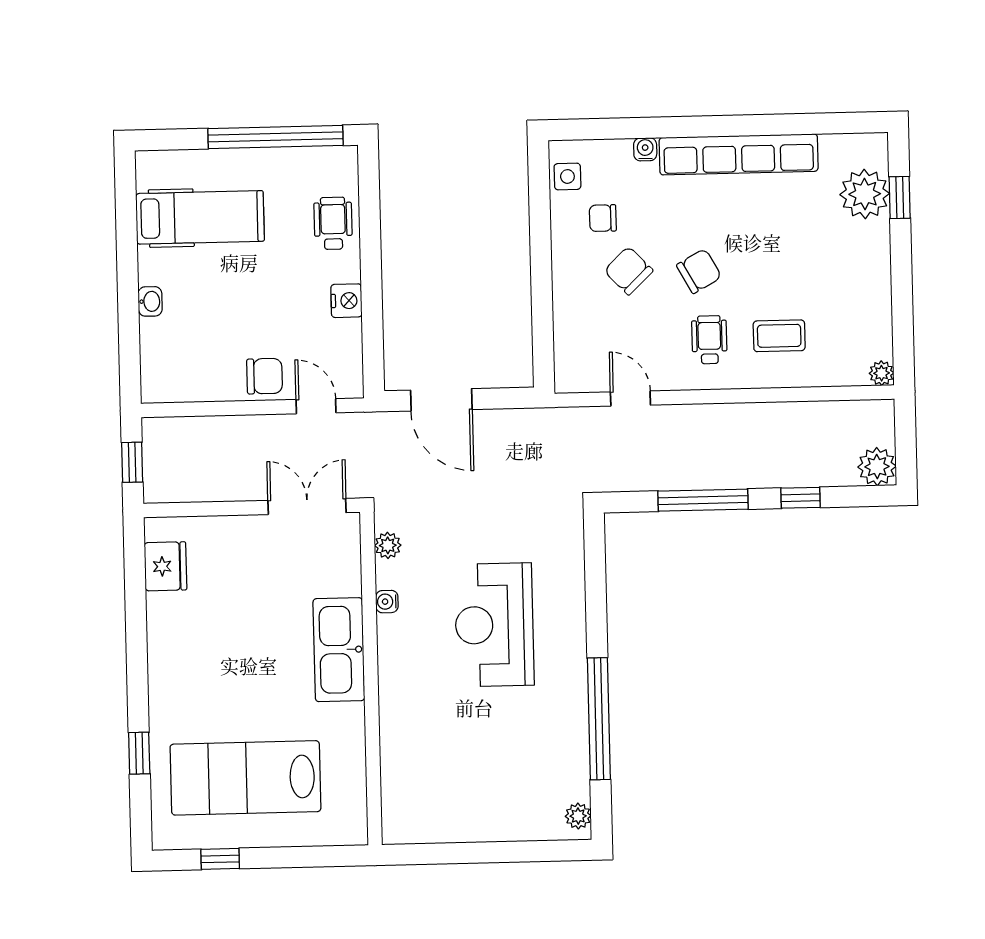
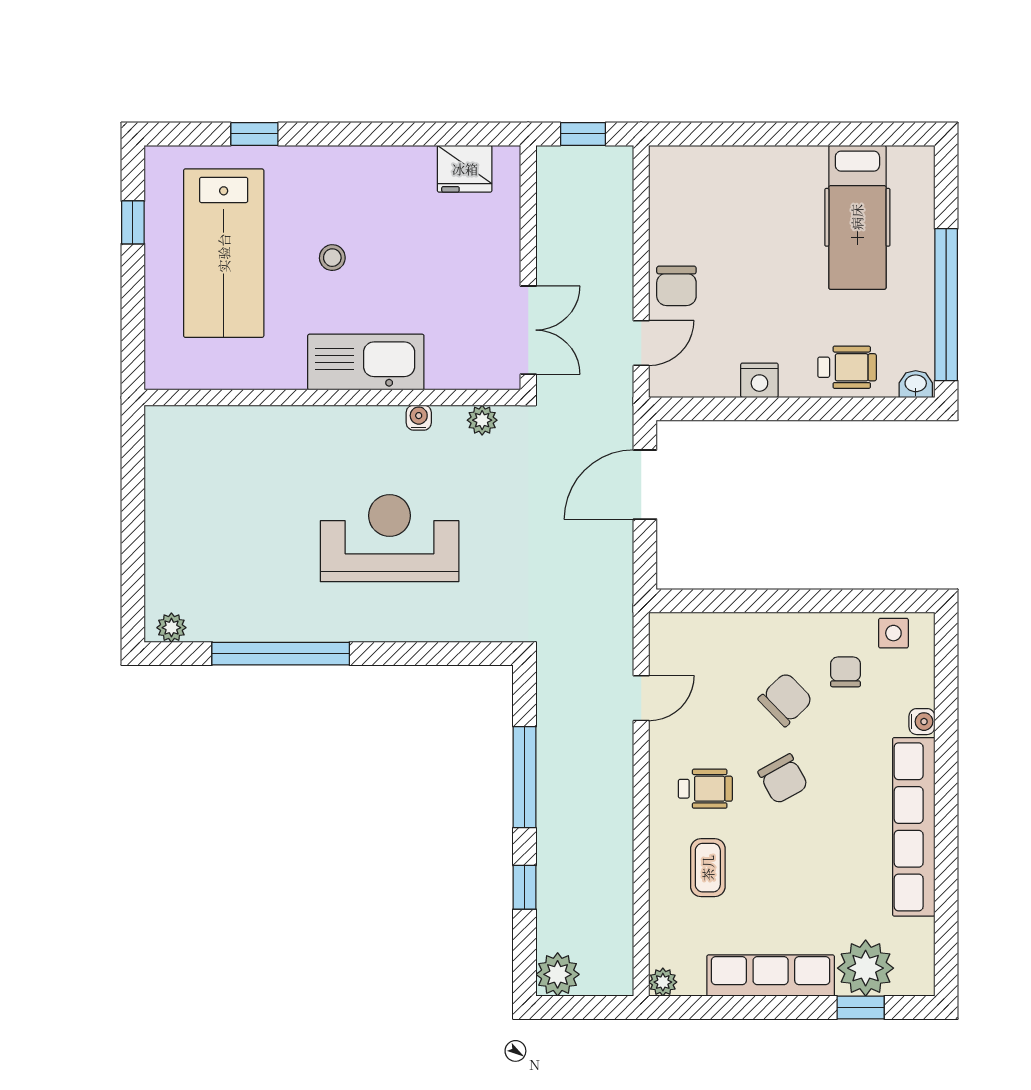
row of seats: (873, 278) -> (771, 976), added
washbasin: (150, 301) -> (916, 384), moved, turned 180
stool: (247, 682) -> (332, 258), added
lab bench: (245, 778) -> (224, 253), turned 180

